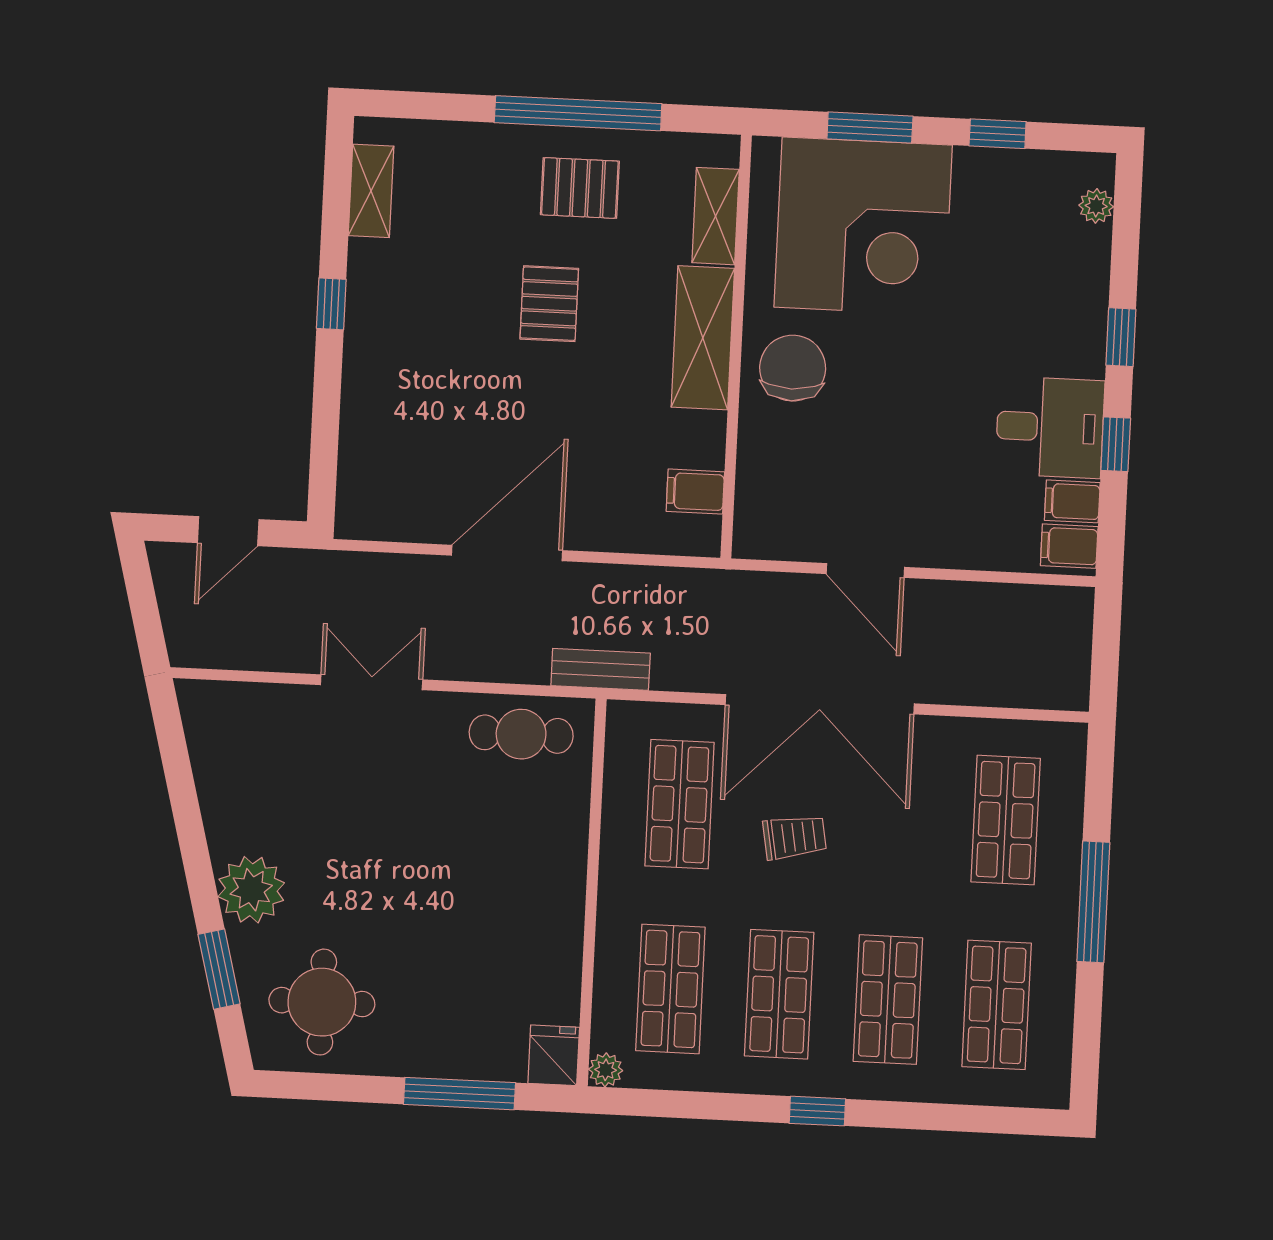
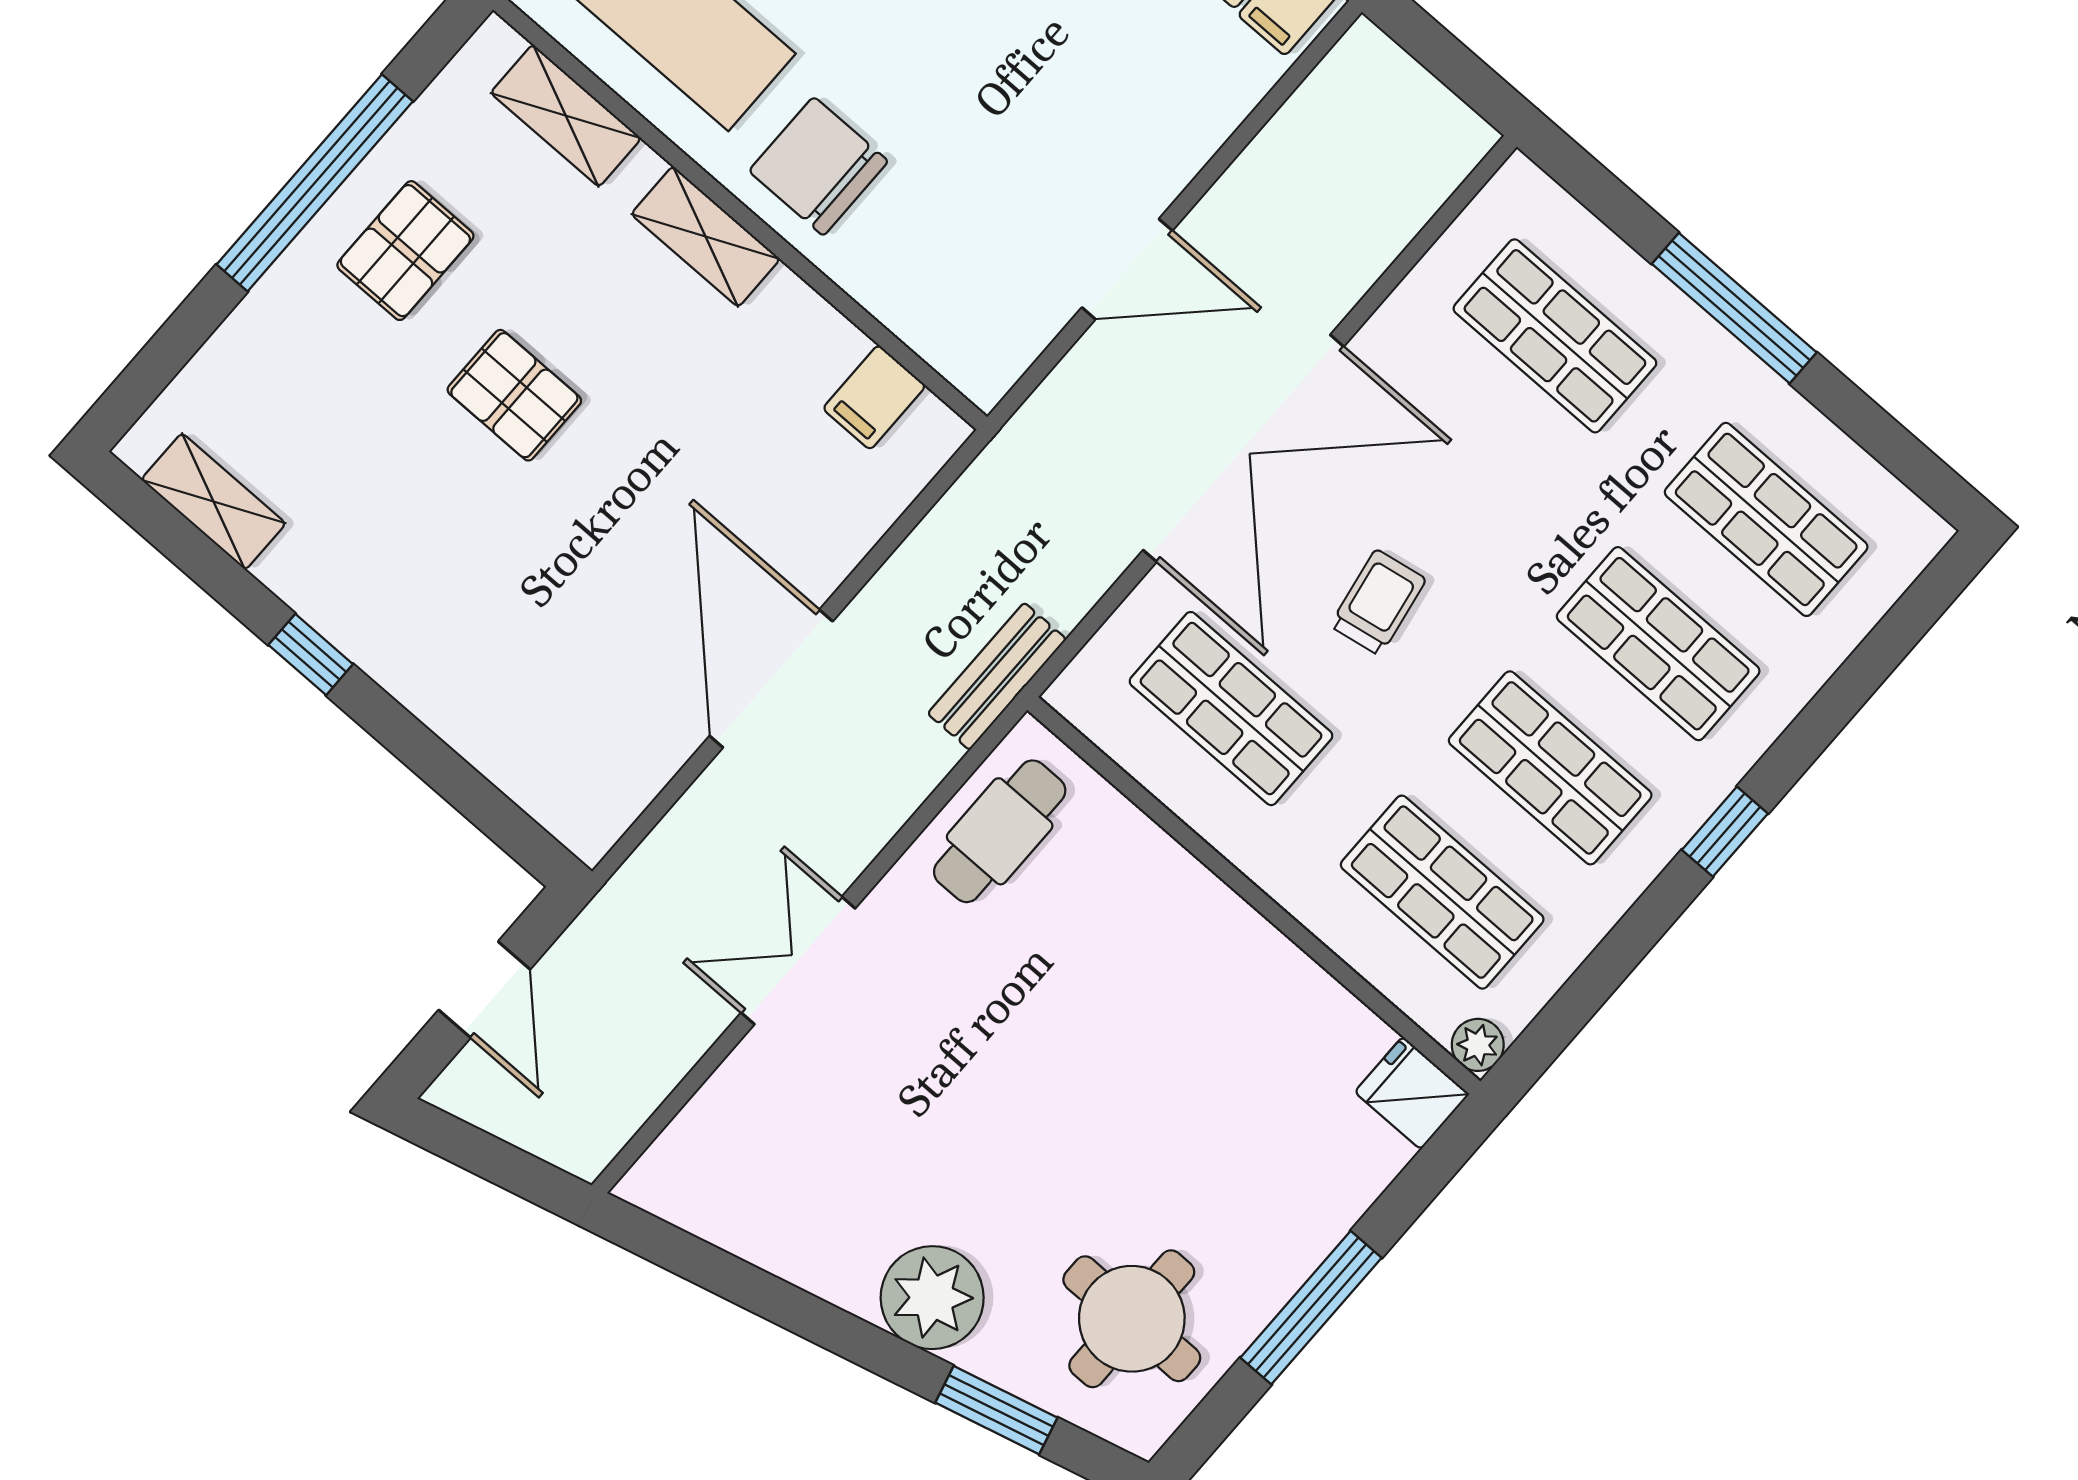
shelving: (703, 338) -> (706, 237), width x0.67, depth x0.75
window: (459, 1094) -> (1311, 1308), moved

